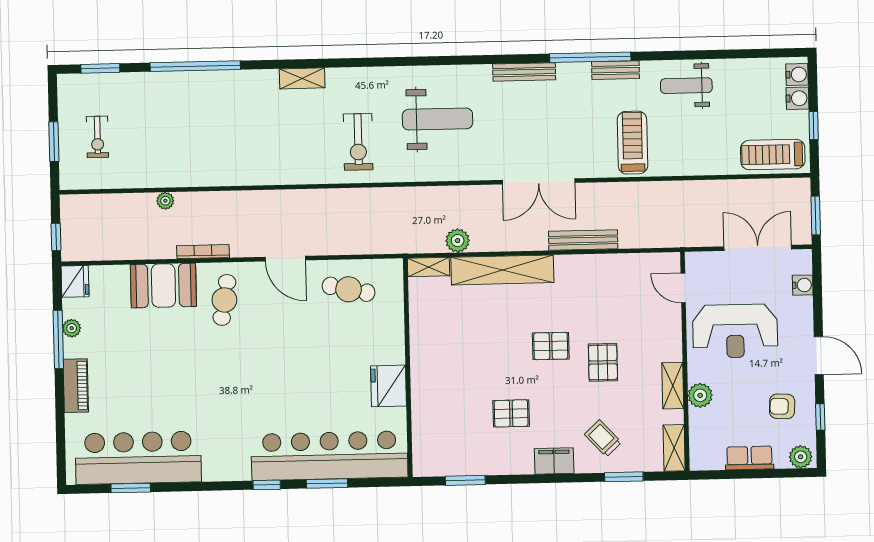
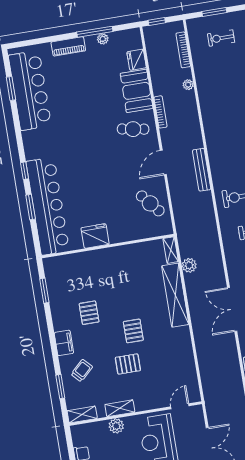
bookcase: (108, 201) -> (183, 50), added
bench: (583, 240) -> (202, 170), moved
fridge: (75, 281) -> (137, 60), moved, turned 90
cafe table: (349, 289) -> (150, 203), turned -52

